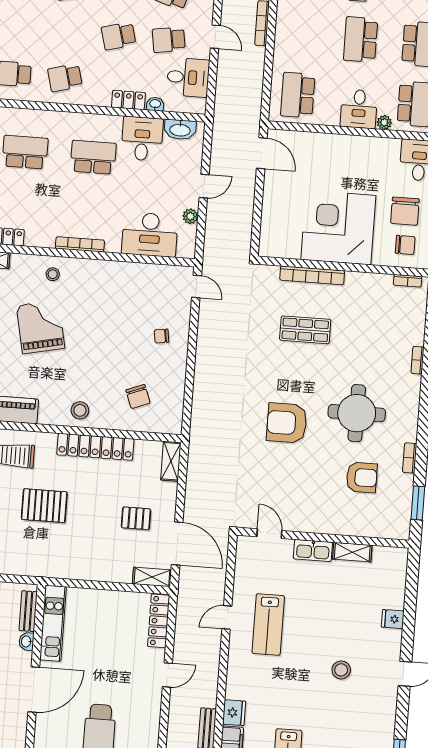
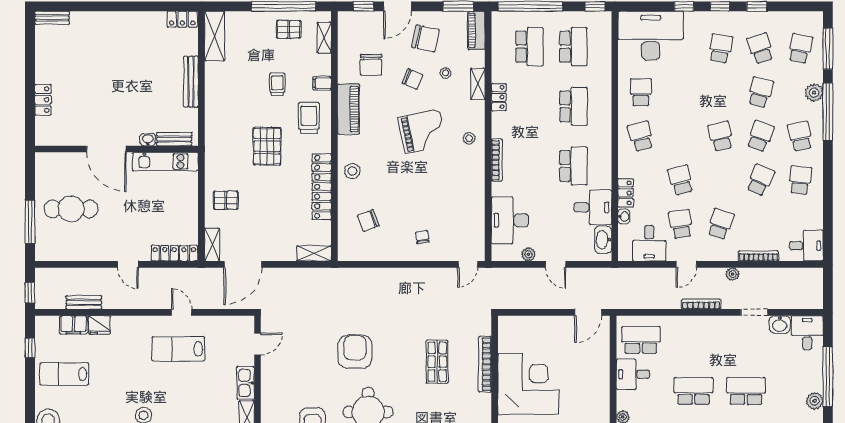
desk: (359, 109) -> (633, 374), moved
pallet: (136, 518) -> (226, 200), moved, turned 90

